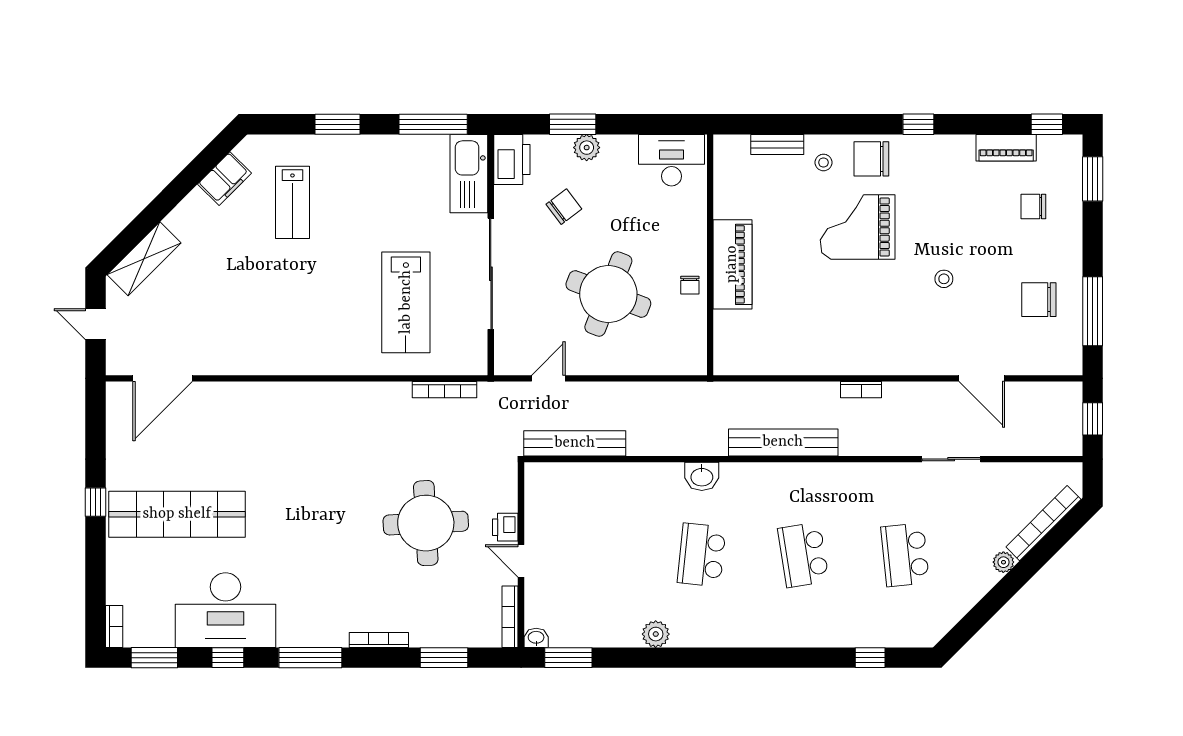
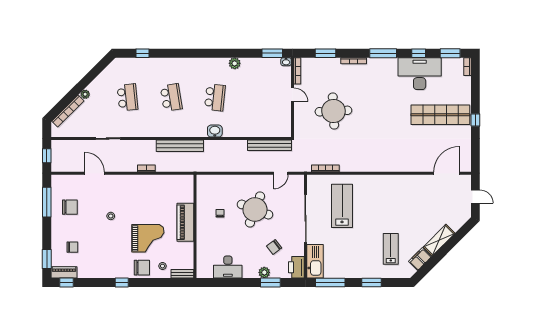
piano: (1006, 148) -> (64, 272), moved
wall: (710, 255) -> (195, 226), moved
shelving: (144, 259) -> (439, 240), moved
piano: (732, 264) -> (185, 222), moved
printer: (505, 527) -> (299, 109), removed

